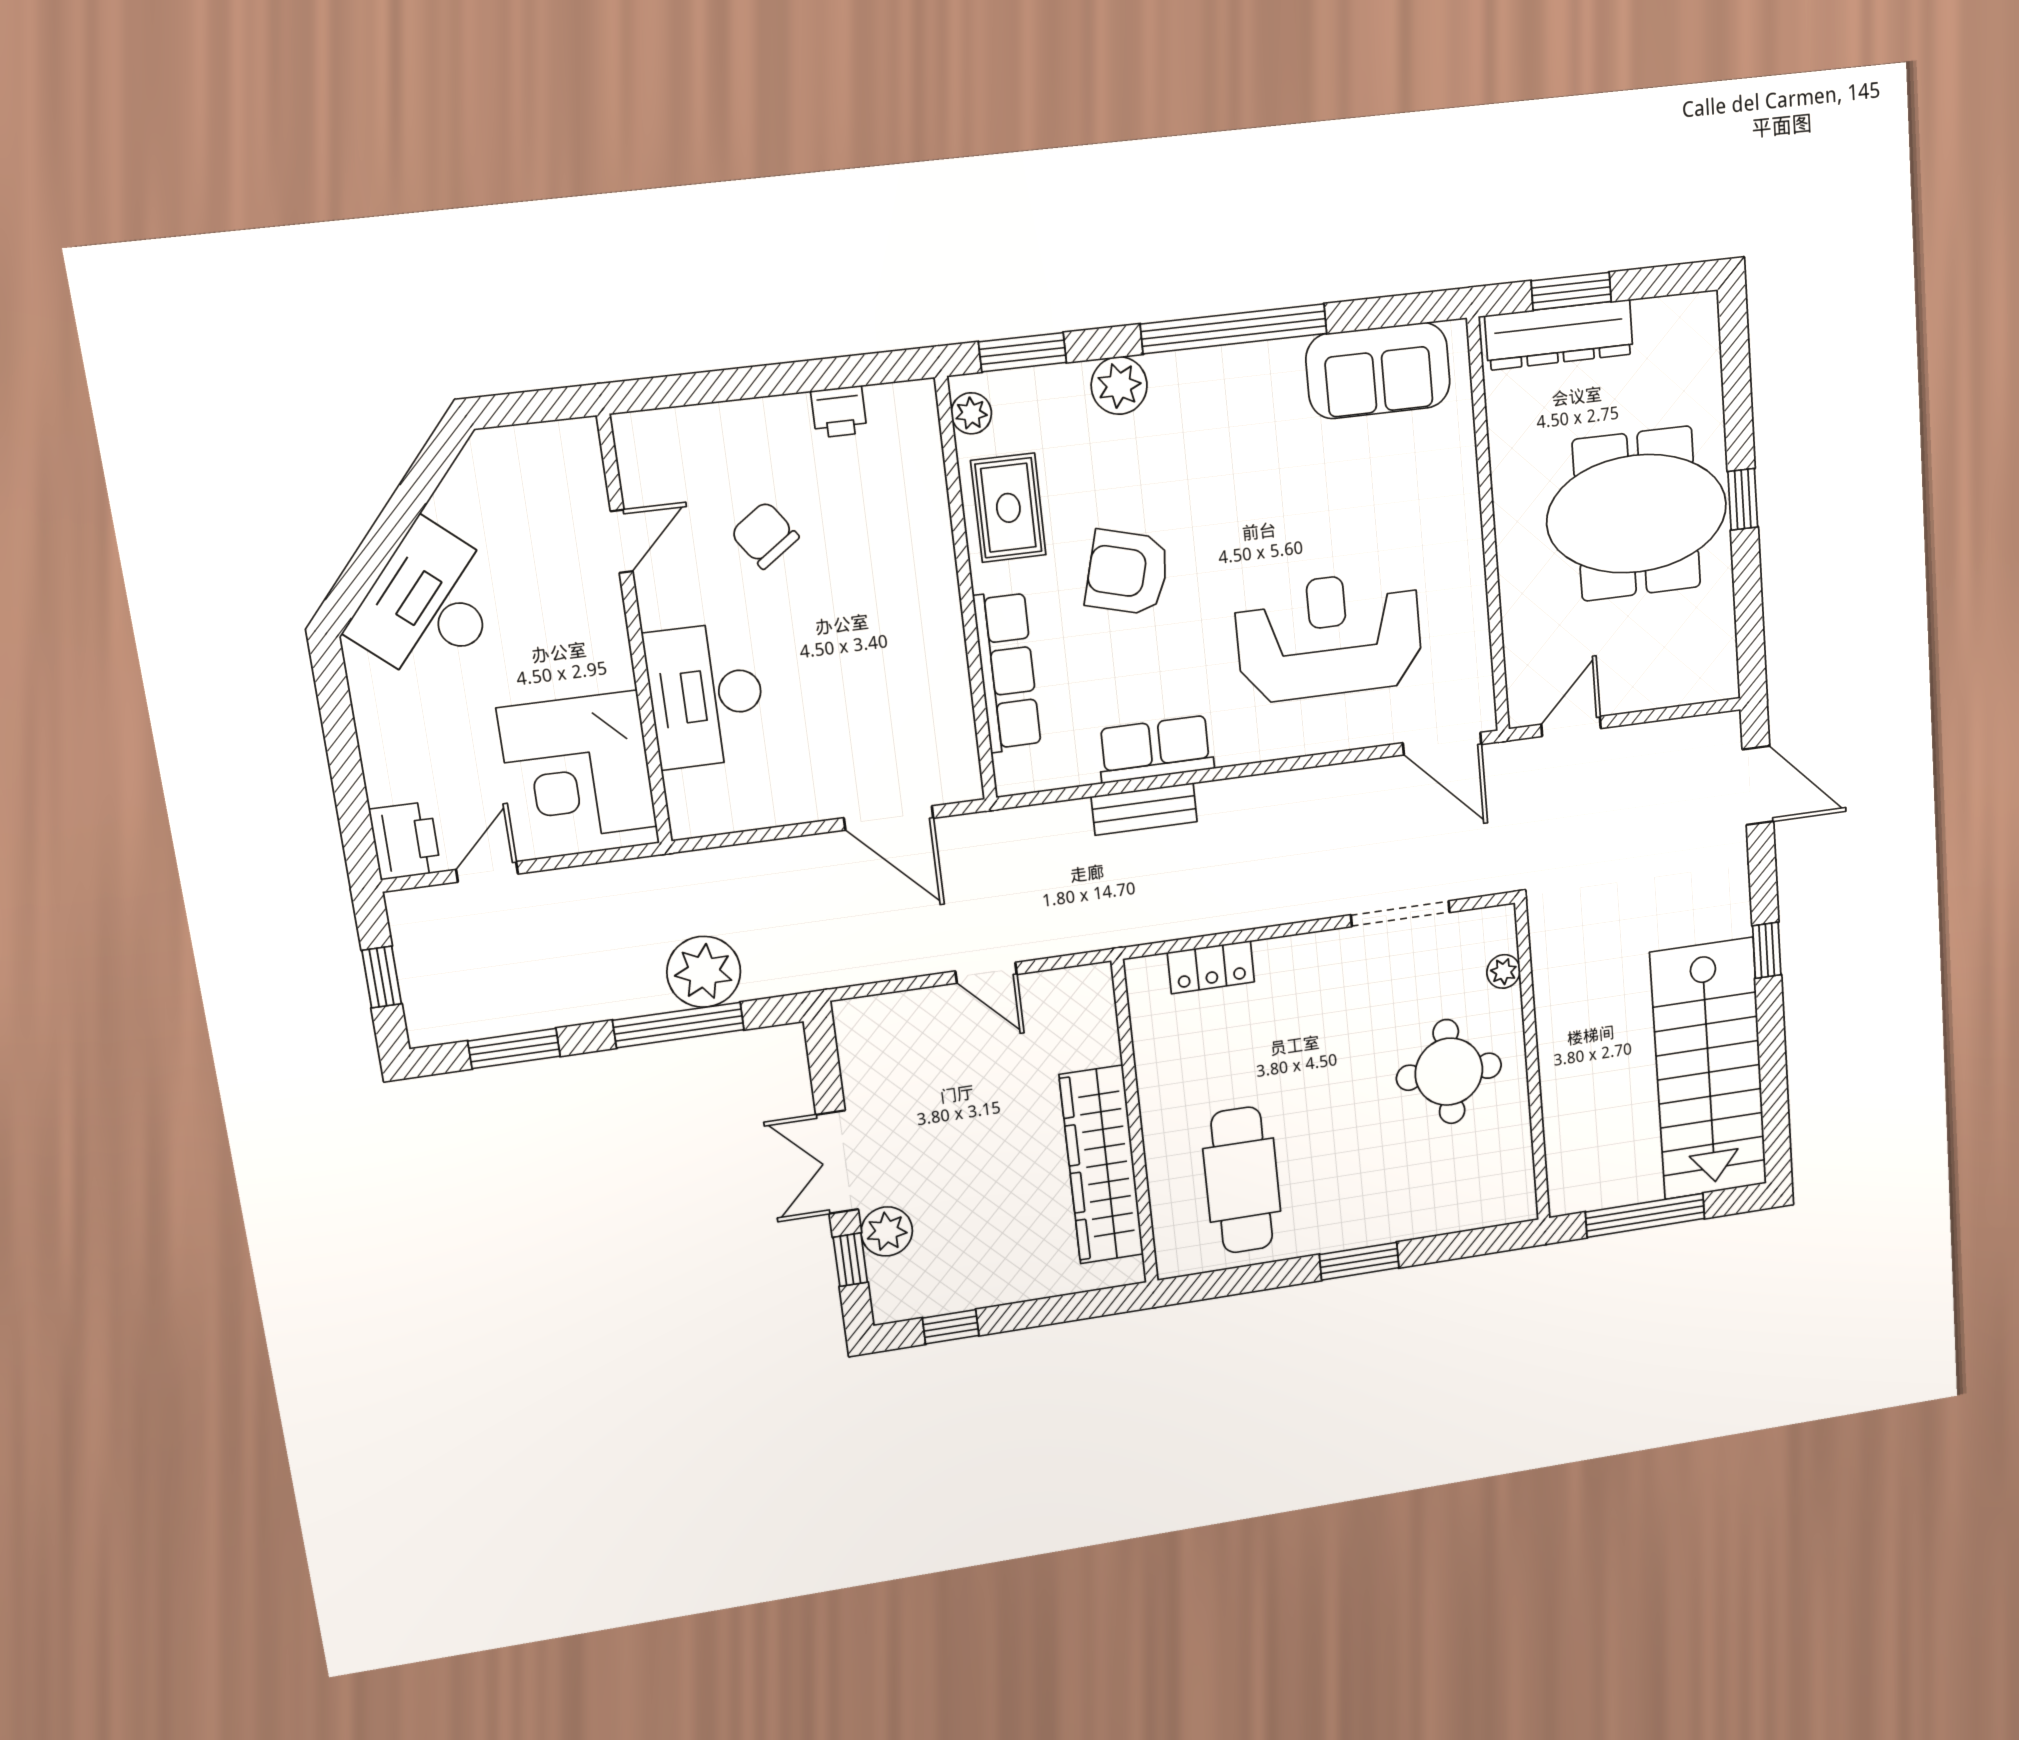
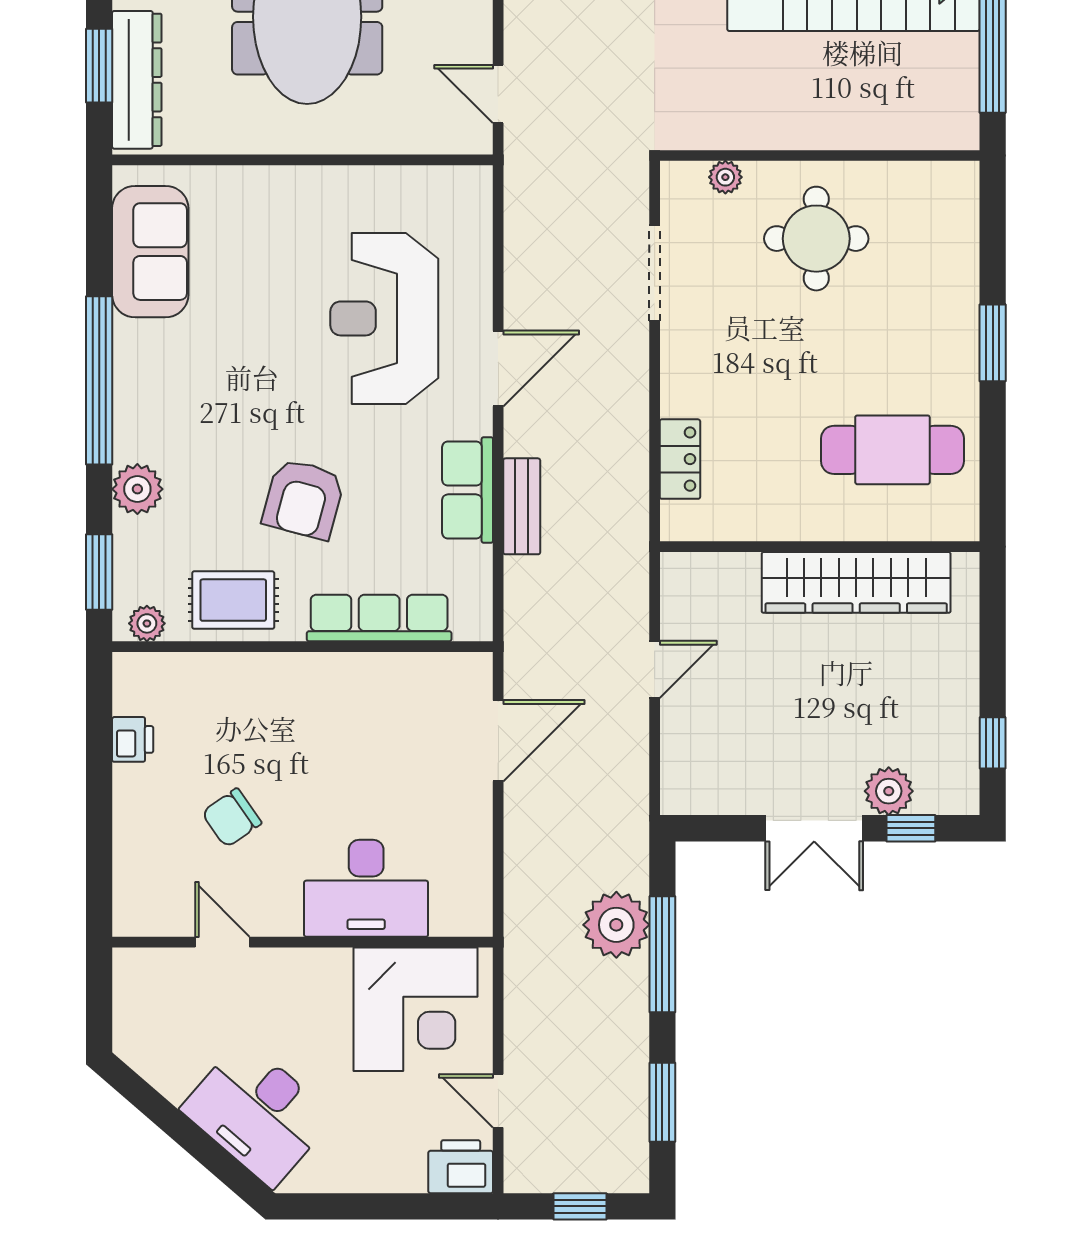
door: (1442, 744) -> (498, 368), moved

